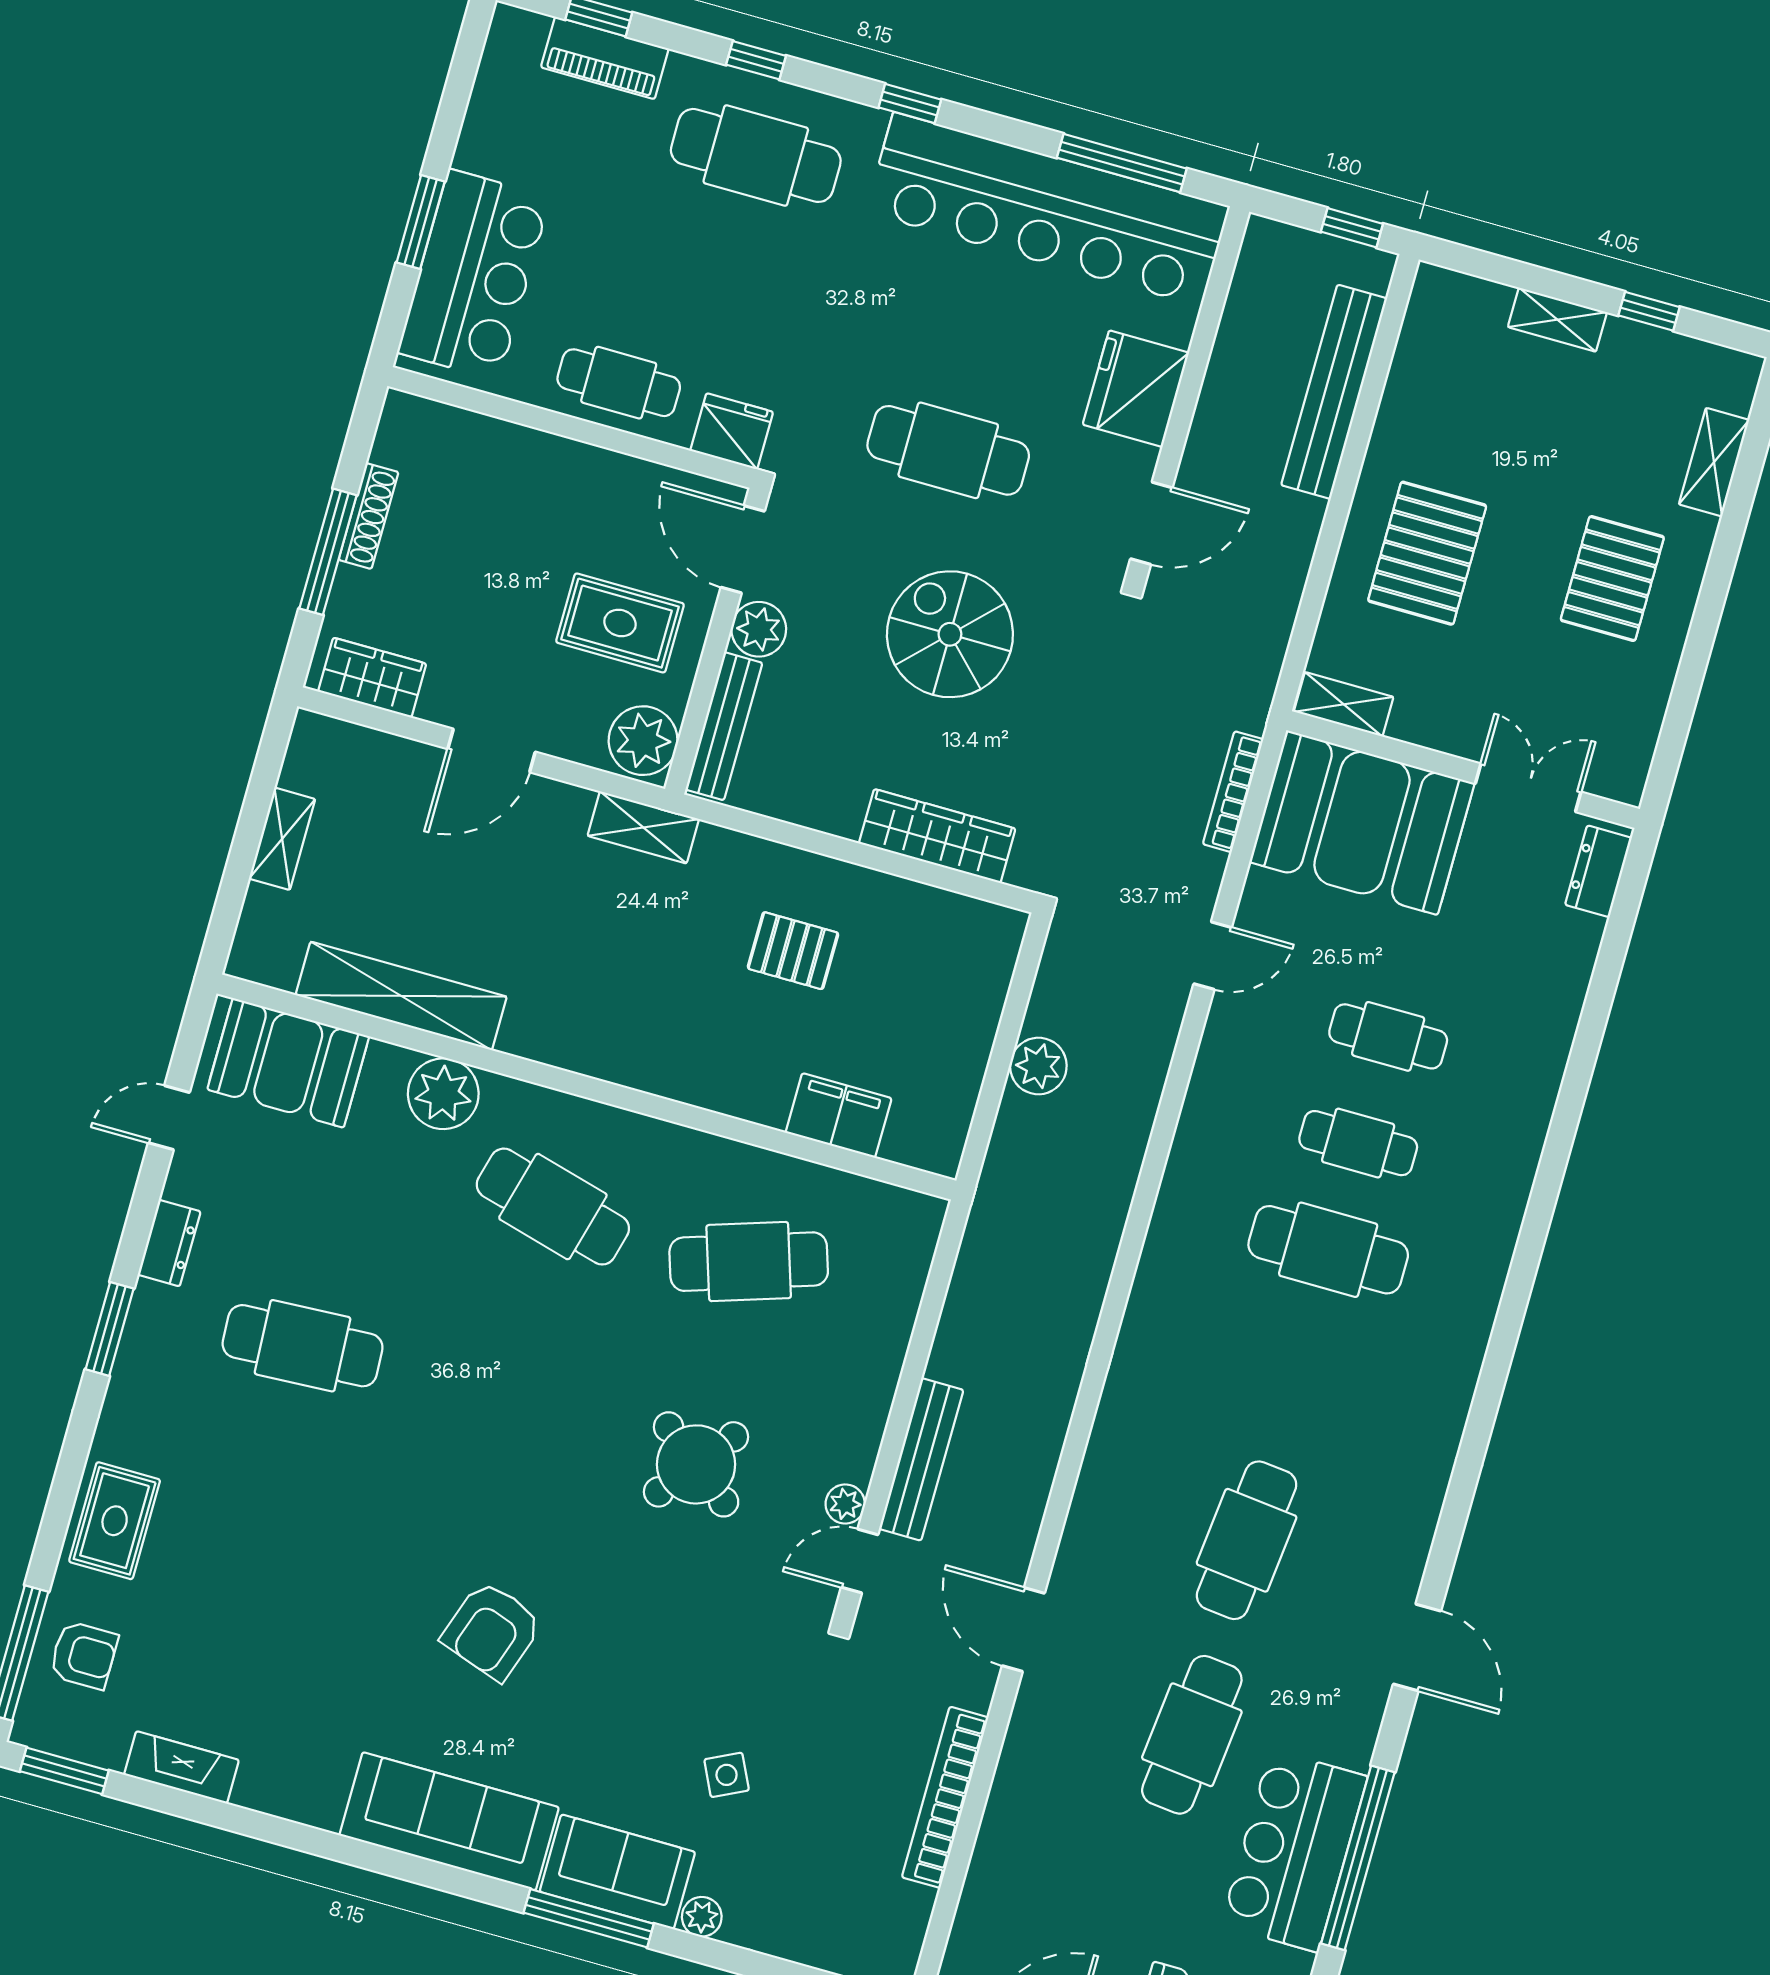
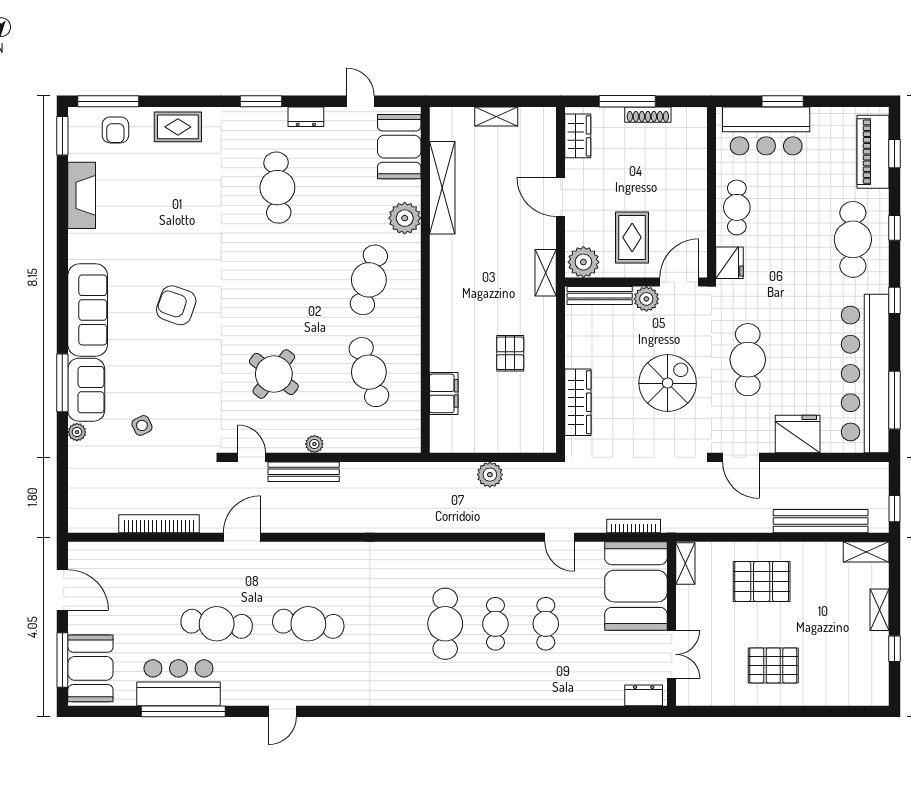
piano: (605, 58) -> (873, 152), width x1.37, depth x1.33
shelving: (1714, 462) -> (866, 552), moved
plant: (845, 1504) -> (314, 444), moved
door: (1417, 1648) -> (282, 711), width x0.73
fireplace: (181, 1767) -> (82, 195), width x1.37, depth x1.32

